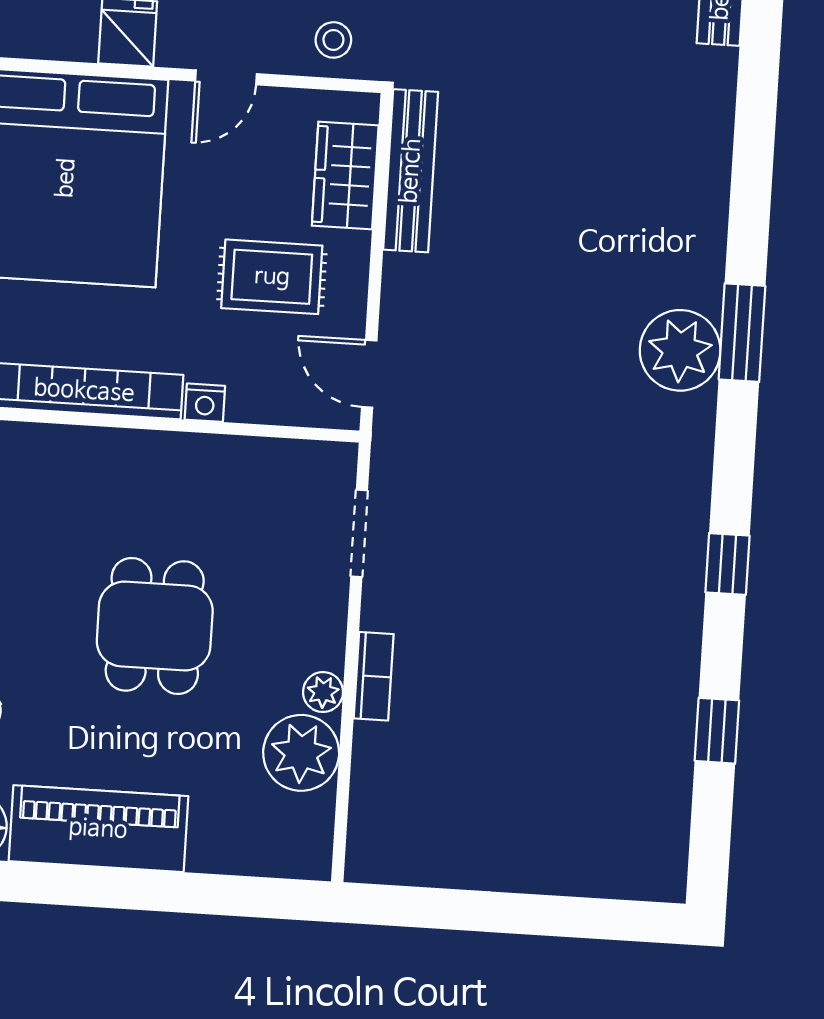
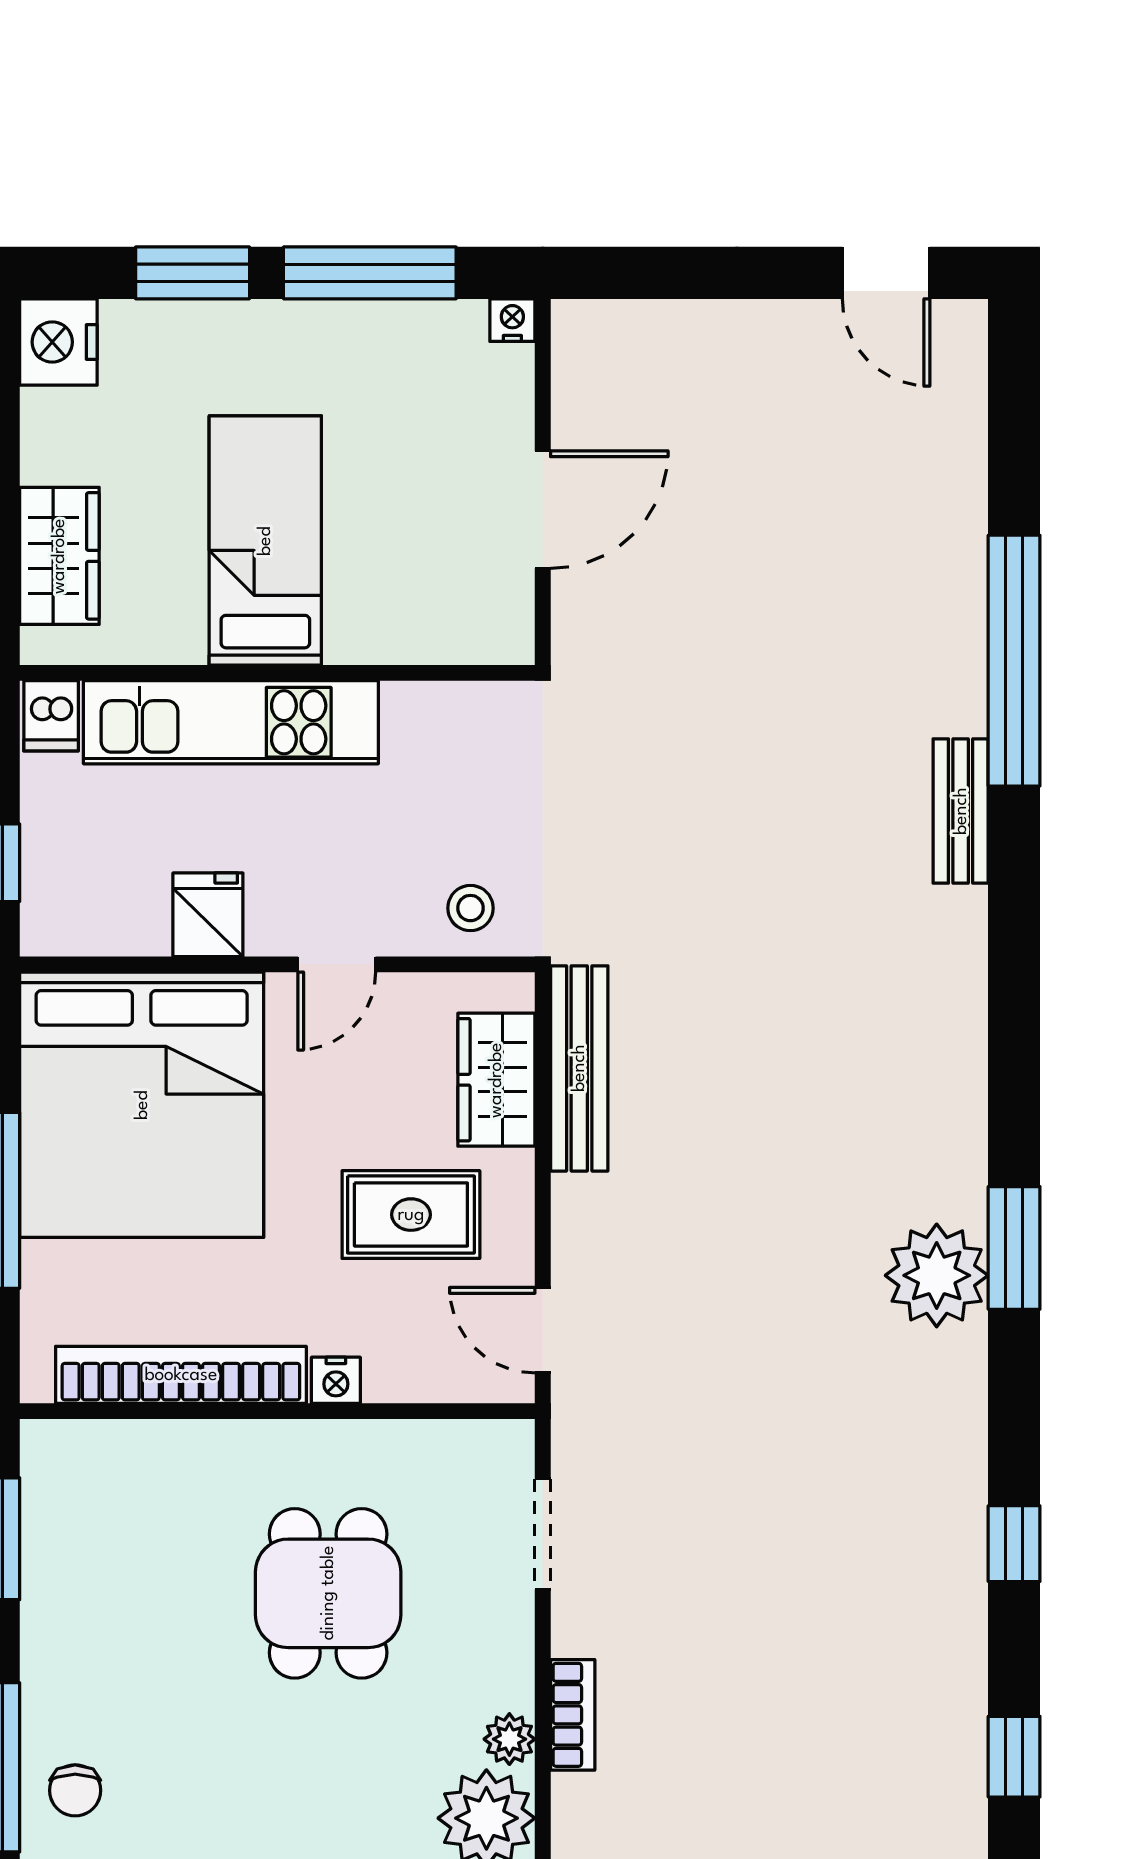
dining table: (155, 626) -> (328, 1593), moved

